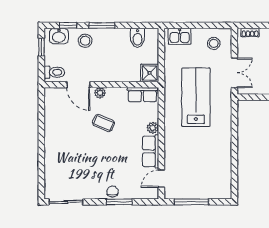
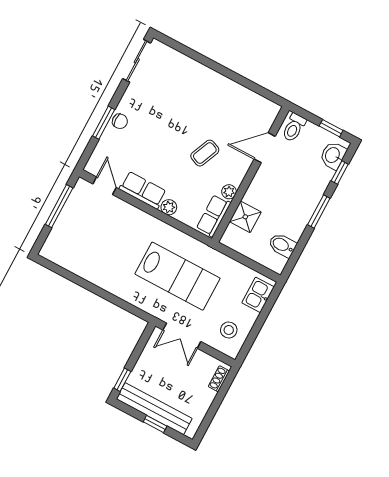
stool: (85, 41) -> (311, 183), removed
shower: (150, 73) -> (245, 217), moved
plant: (100, 93) -> (229, 192), moved

